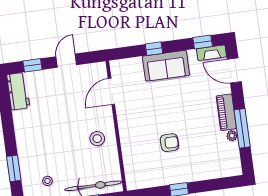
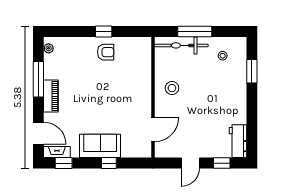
plant: (232, 136) -> (49, 48), moved
armchair: (169, 143) -> (106, 52), moved, turned 180

